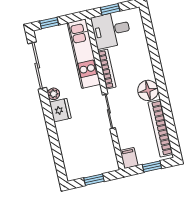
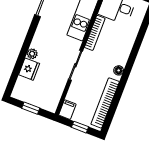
floor lamp: (148, 90) -> (119, 70), width x0.53, depth x0.53
plant: (54, 94) -> (32, 54), moved
fridge: (60, 110) -> (29, 69), moved

